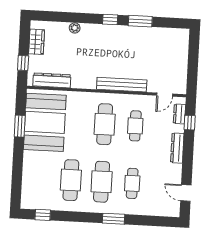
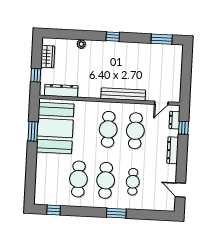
window: (140, 21) -> (162, 39), moved
cafe table: (135, 126) -> (135, 131), width x1.37, depth x1.35

